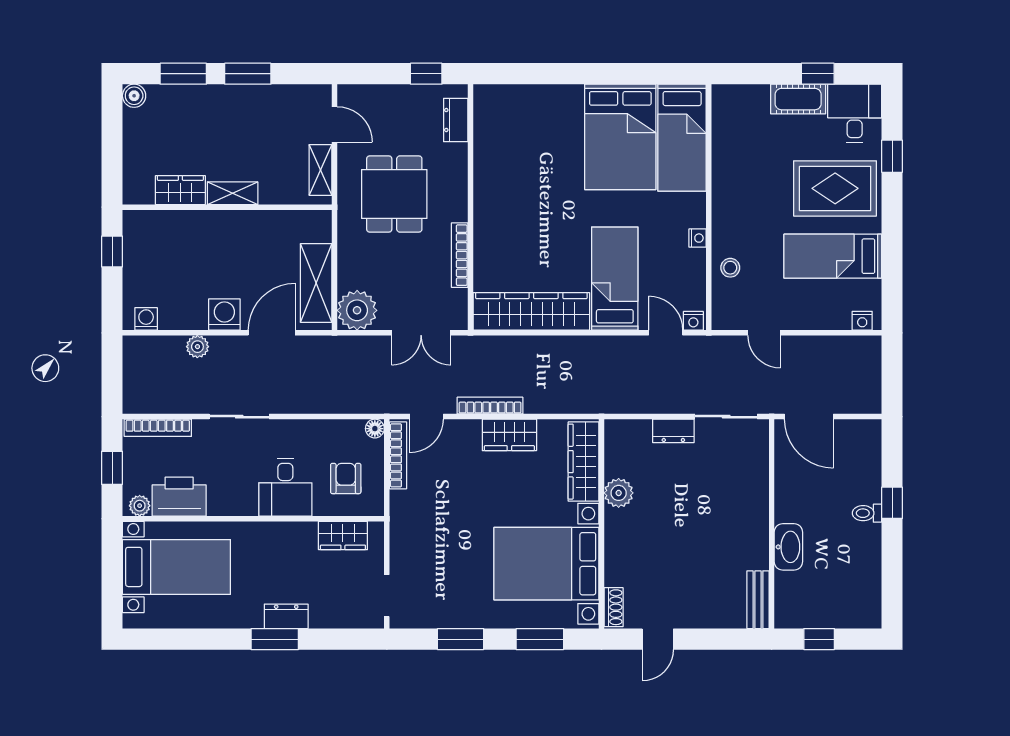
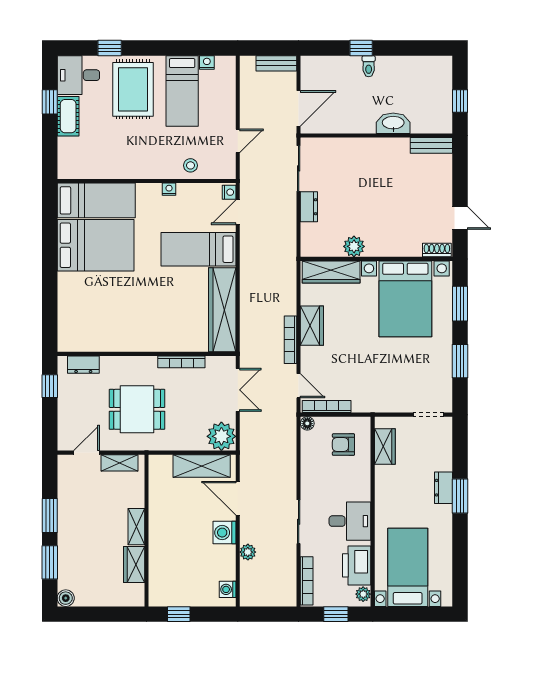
nightstand: (862, 321) -> (207, 62), moved, turned -90
bench: (871, 386) -> (276, 63), added
desk: (285, 487) -> (350, 521), moved

